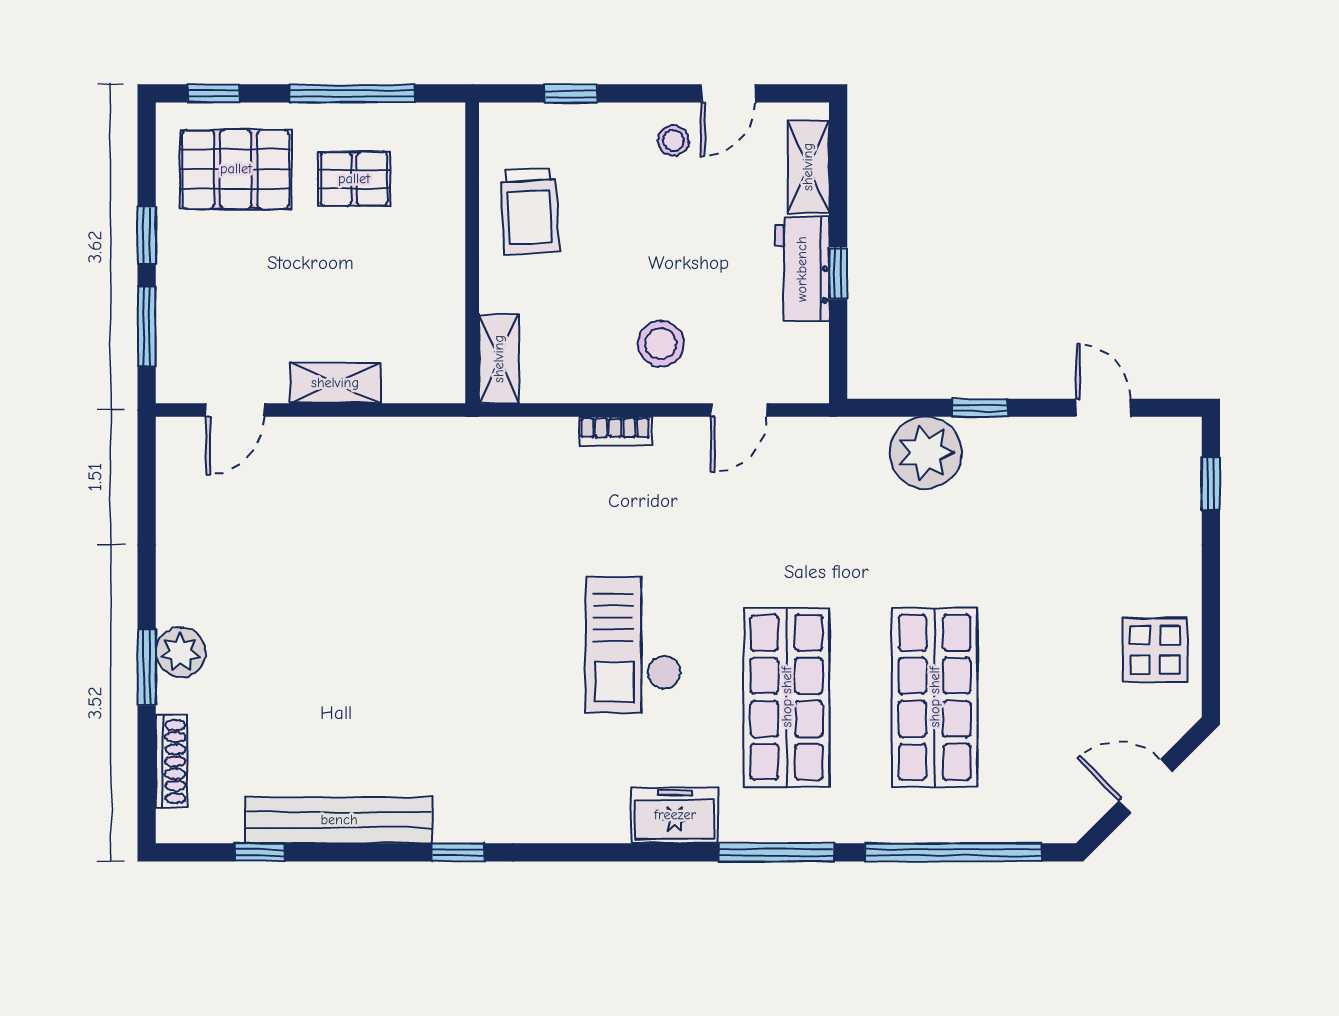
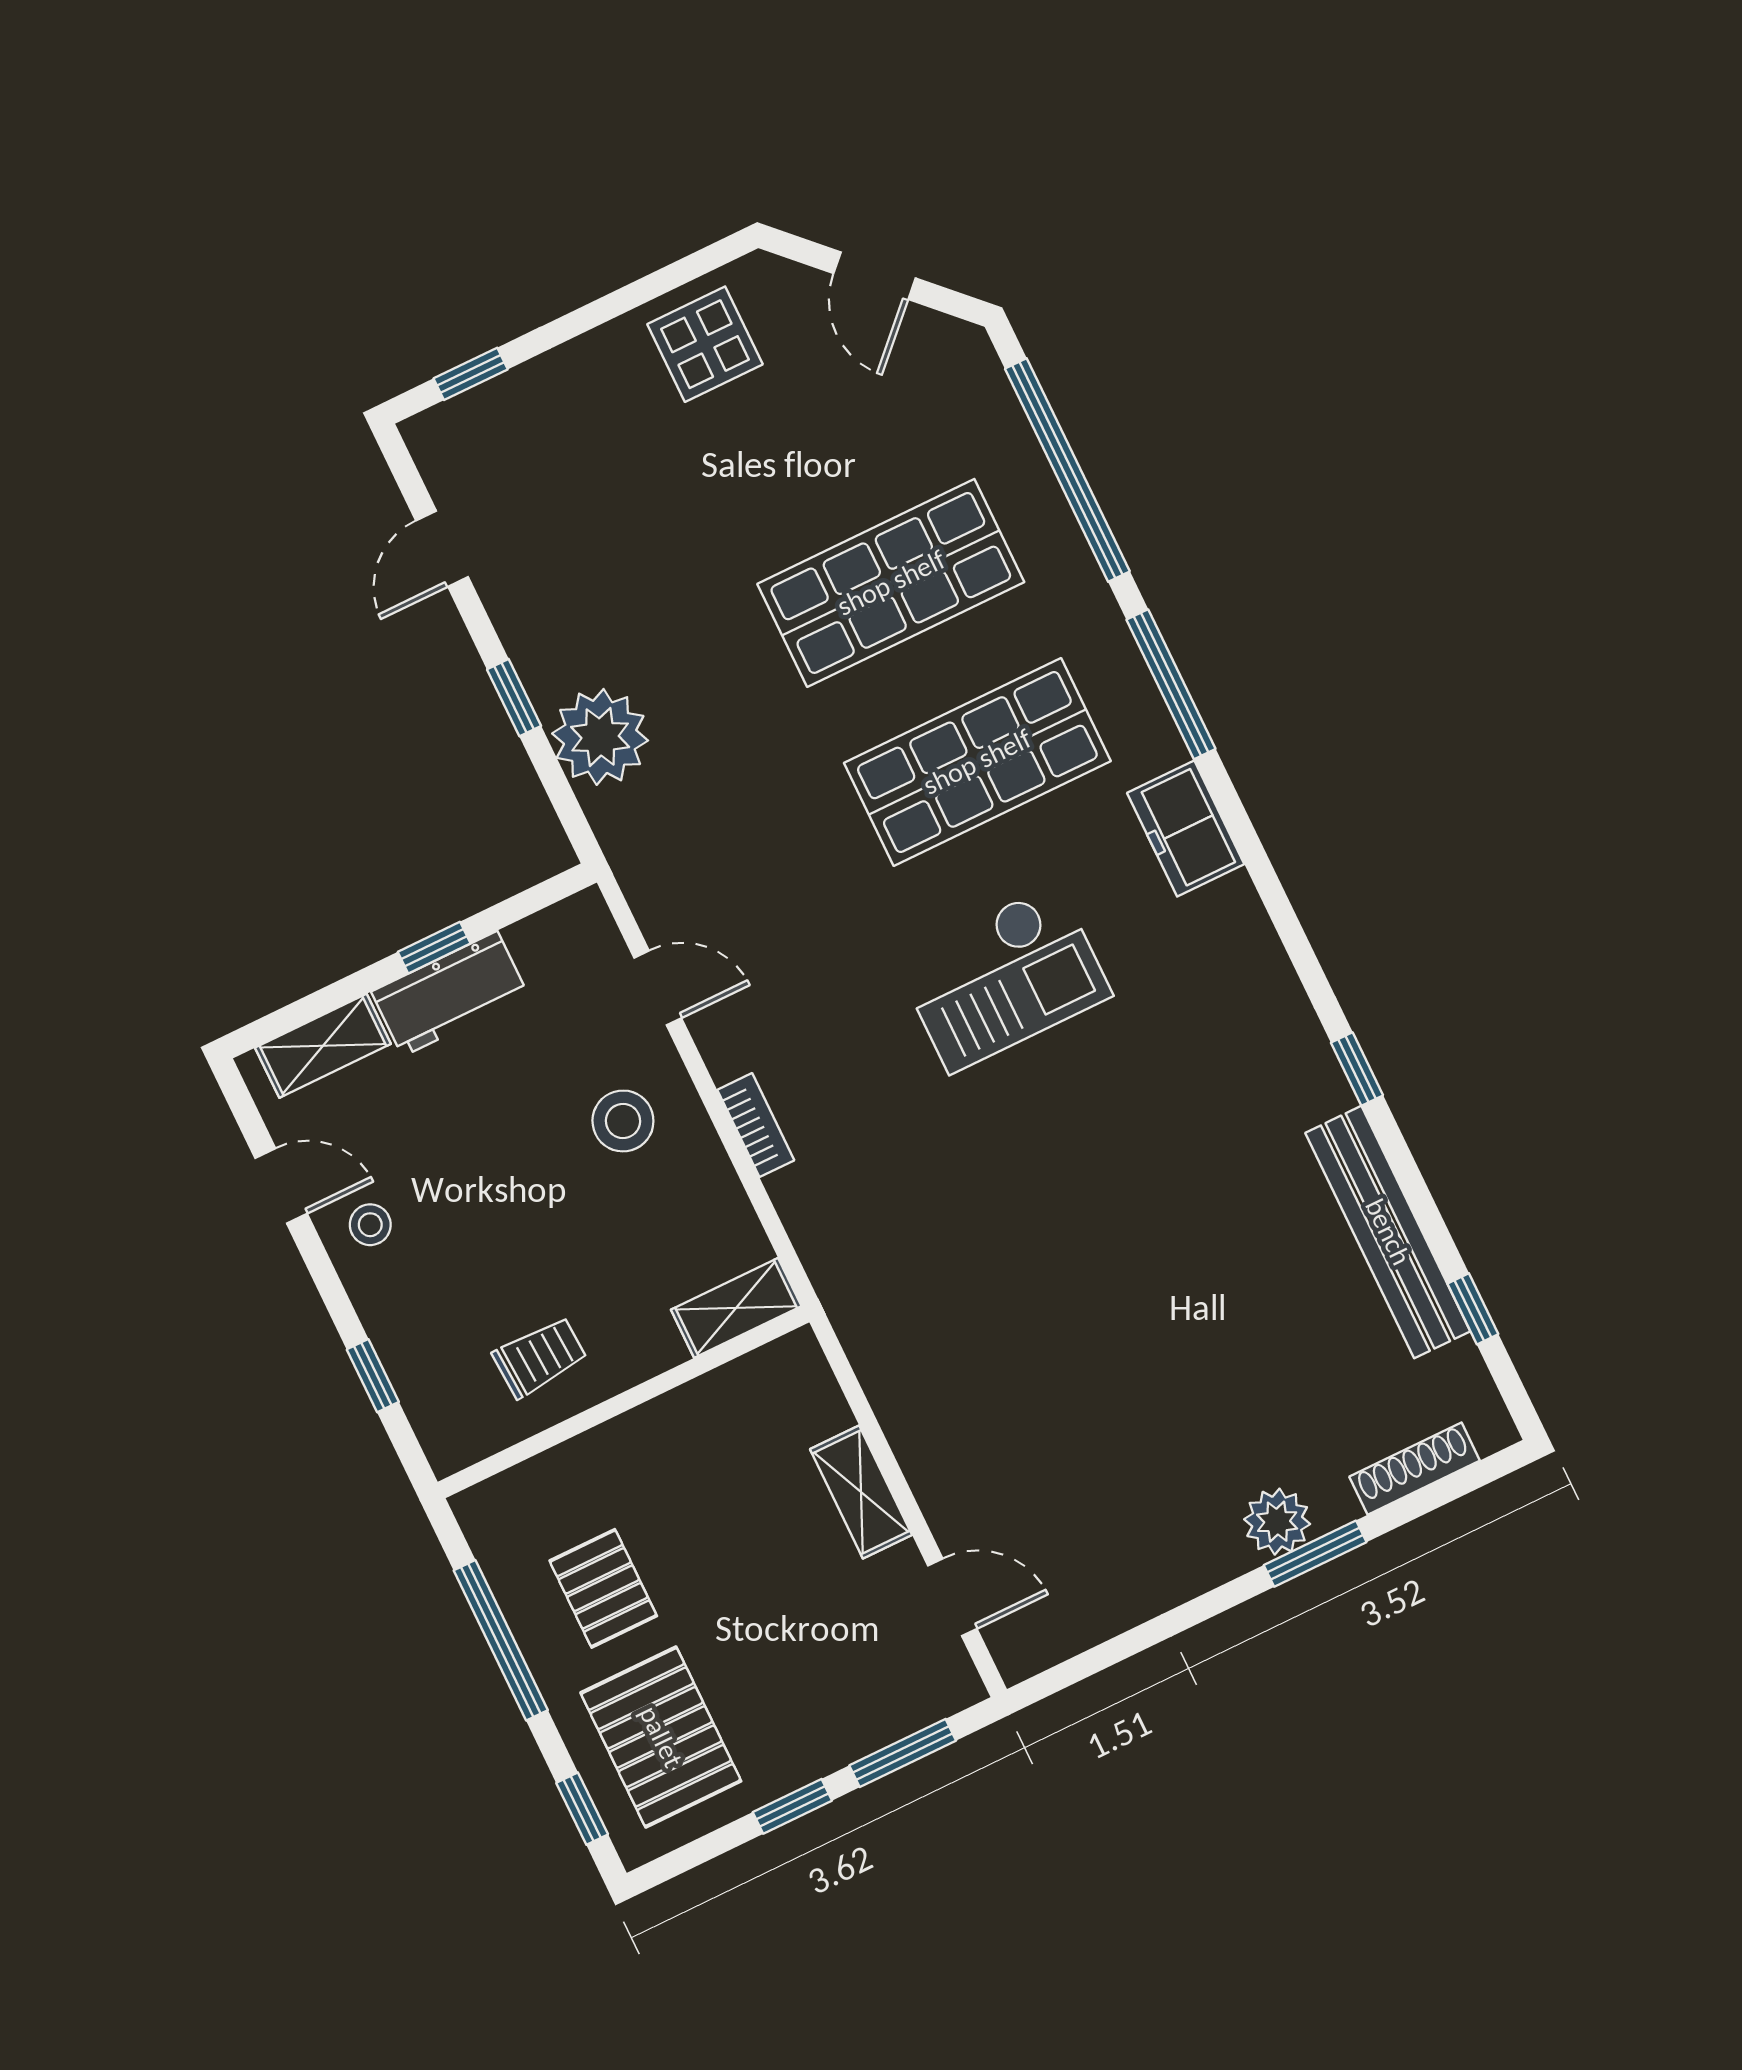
trolley: (530, 211) -> (540, 1357), width x0.73, depth x0.72

